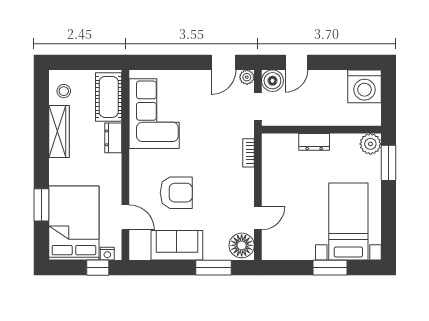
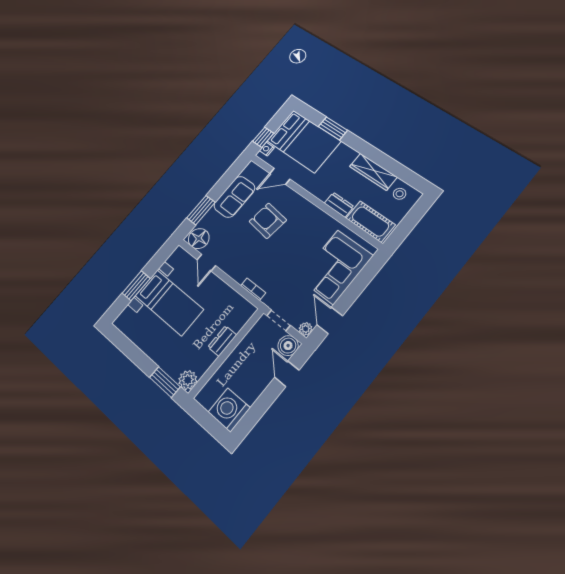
corner sofa: (154, 114) -> (336, 267), moved, turned 90
armchair: (176, 193) -> (268, 221), turned 97
bed with nightstands: (348, 221) -> (169, 303), moved

